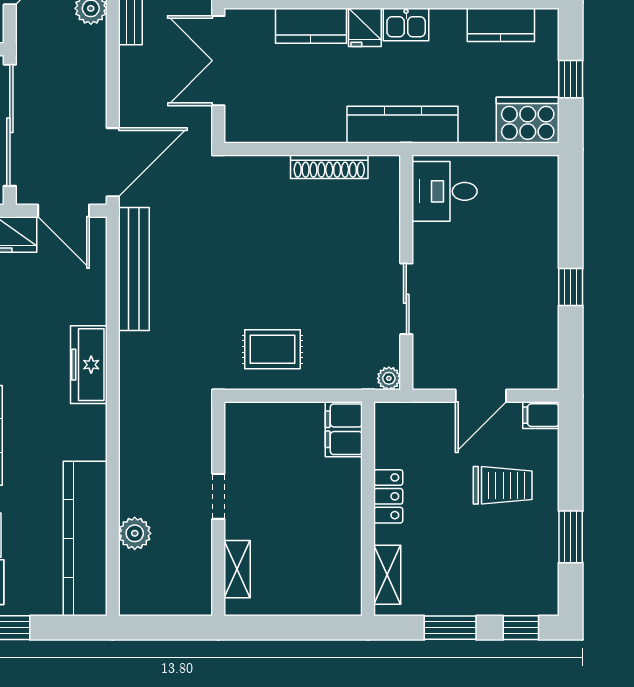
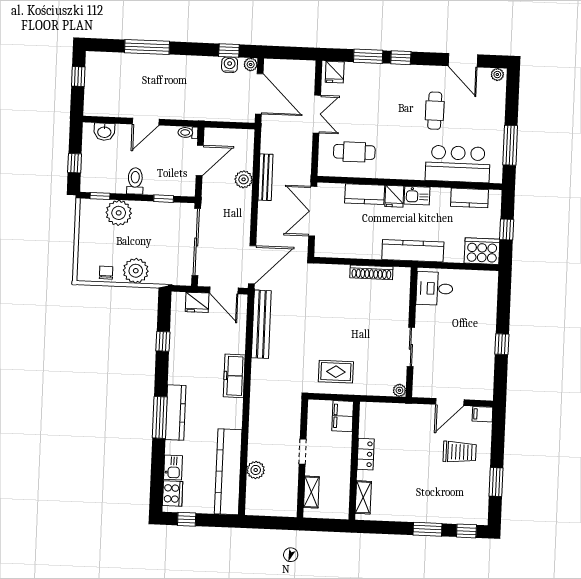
filing cabinet: (344, 429) -> (343, 416), moved
locker: (388, 496) -> (366, 454), moved
wall: (368, 509) -> (354, 461), moved
shelving: (387, 575) -> (363, 497), moved

